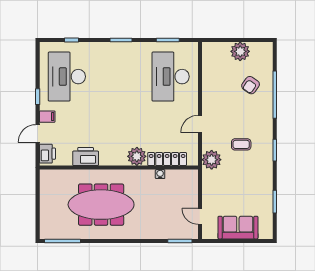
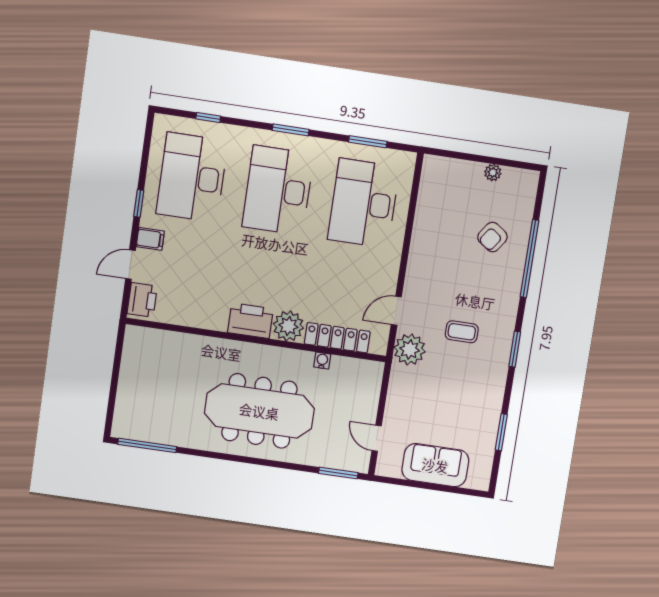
plant: (240, 51) -> (493, 173), width x0.53, depth x0.53
desk: (119, 77) -> (278, 190), added
door: (200, 124) -> (396, 311), moved
printer: (86, 156) -> (250, 321), moved
meeting table: (101, 205) -> (259, 411), moved

